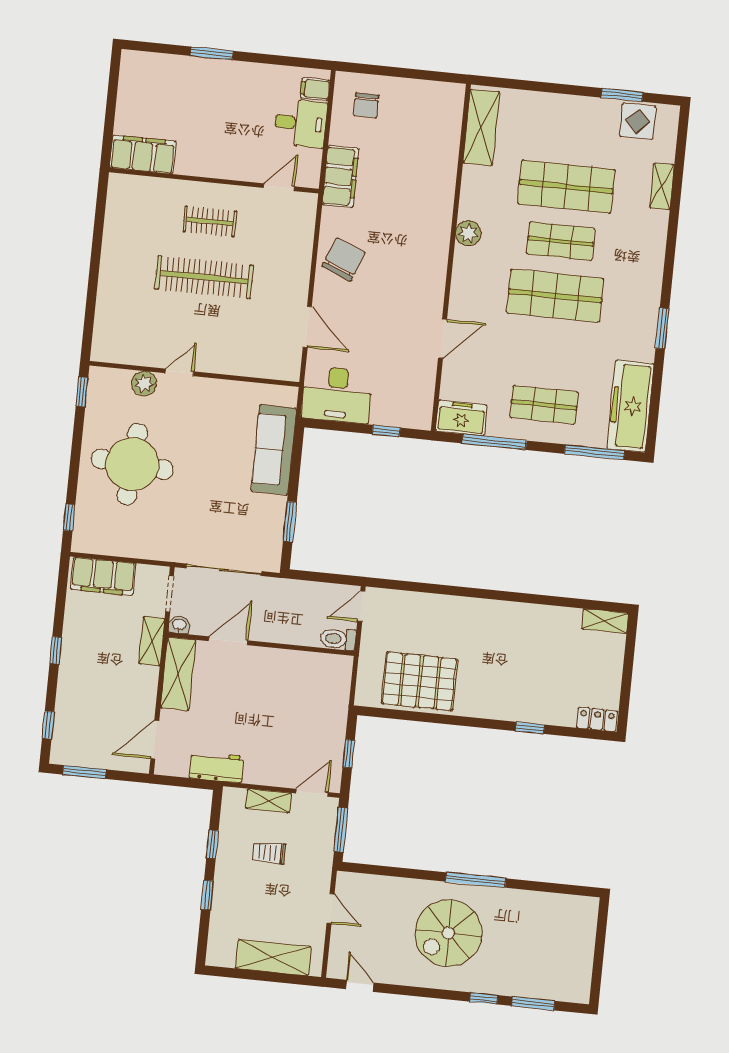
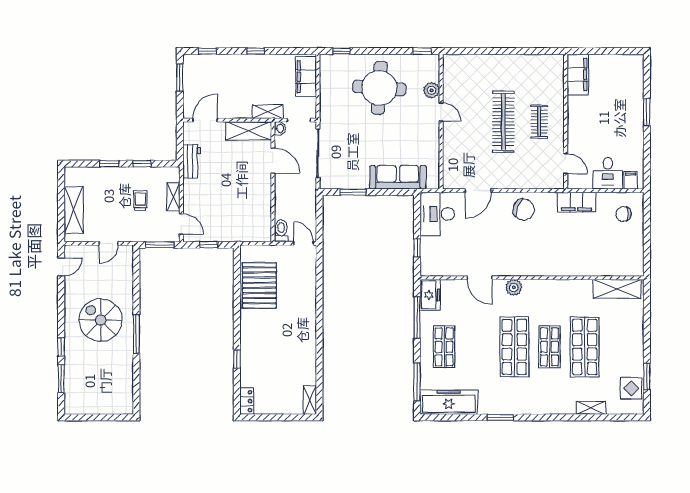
plant: (468, 233) -> (514, 287), moved
door: (155, 740) -> (205, 120), hinge flipped

